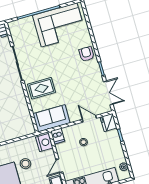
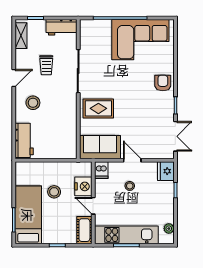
door: (89, 119) -> (132, 160), moved
nightstand: (44, 143) -> (83, 186), moved
door: (59, 166) -> (93, 206), hinge flipped

